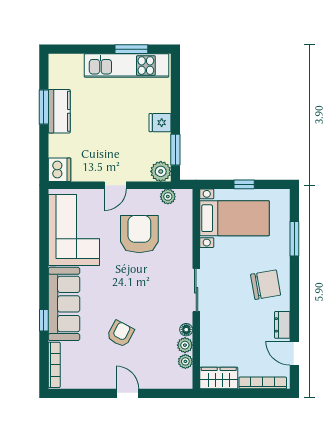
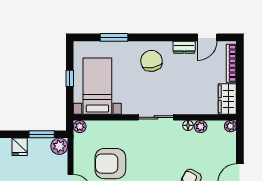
plant: (168, 197) -> (80, 126), moved
plant: (185, 361) -> (230, 126), moved

